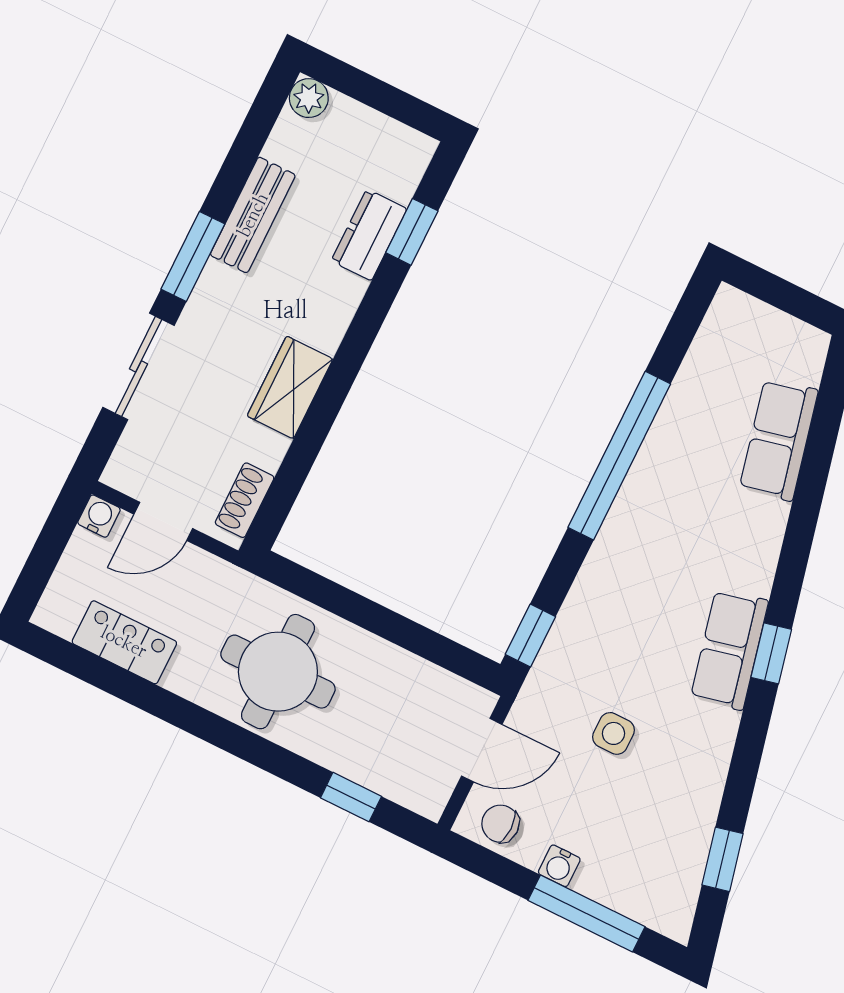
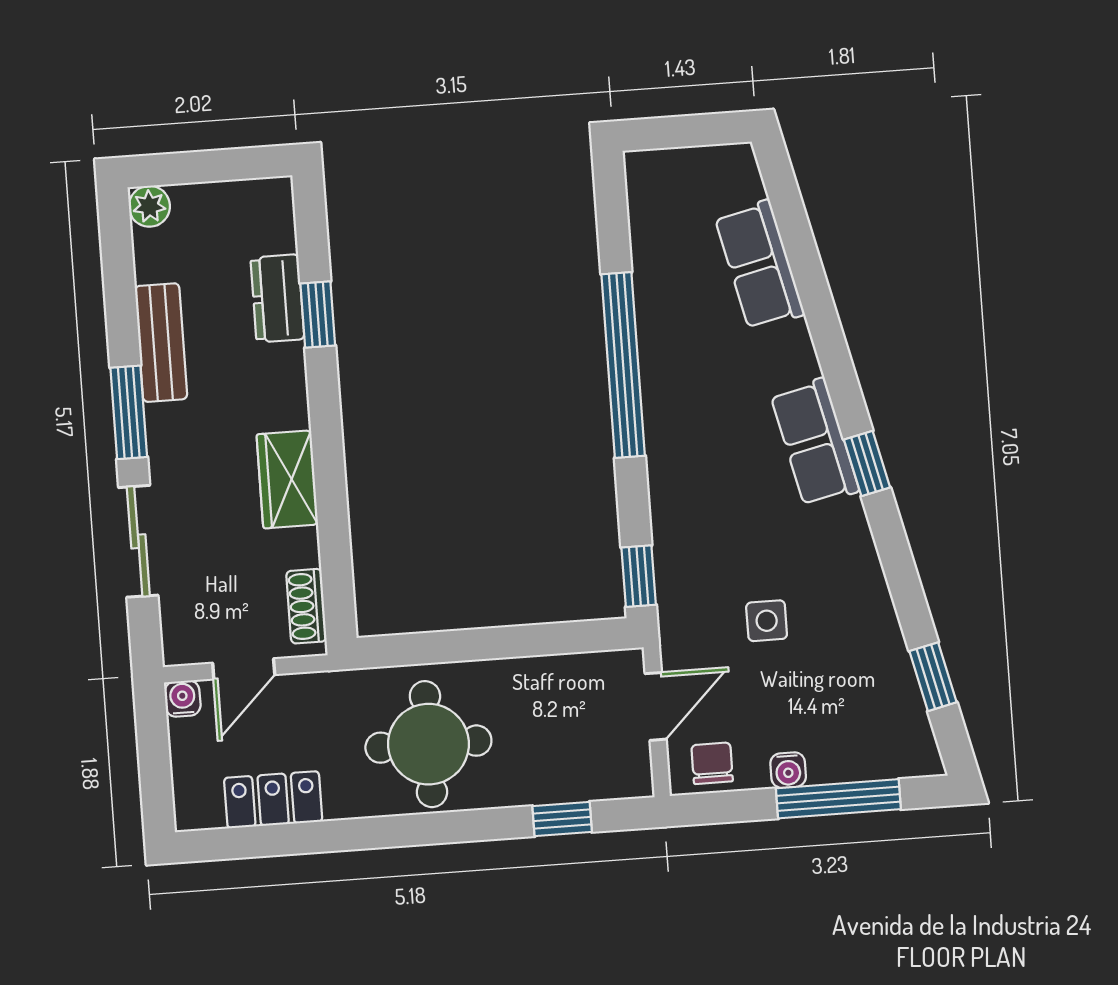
window: (412, 232) -> (318, 315), moved
row of seats: (729, 650) -> (815, 442), moved
chair: (500, 824) -> (712, 763), turned 90

